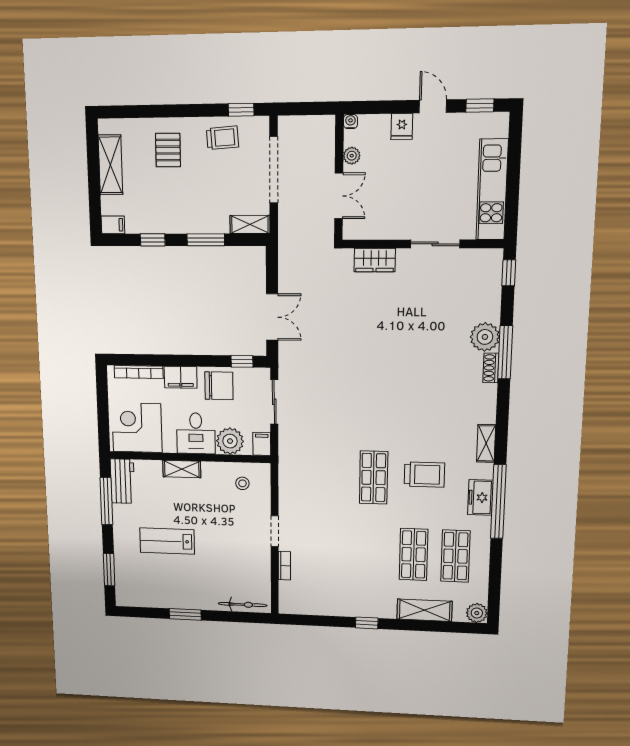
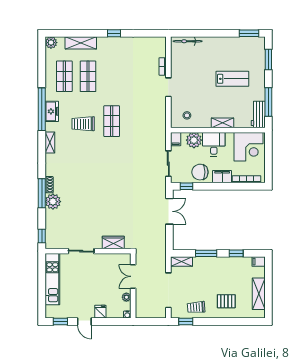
pallet: (168, 150) -> (226, 301), turned 90
double door: (272, 317) -> (169, 211), swing flipped
window: (185, 614) -> (249, 33), moved

